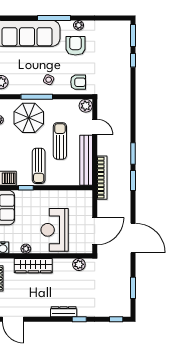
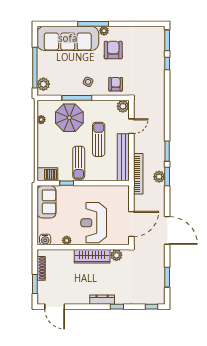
plant: (79, 25) -> (104, 31), moved
armchair: (78, 82) -> (116, 84), turned -90
door: (95, 127) -> (131, 126), hinge flipped
plant: (124, 181) -> (159, 177), added
wardrobe: (33, 266) -> (92, 256), moved

